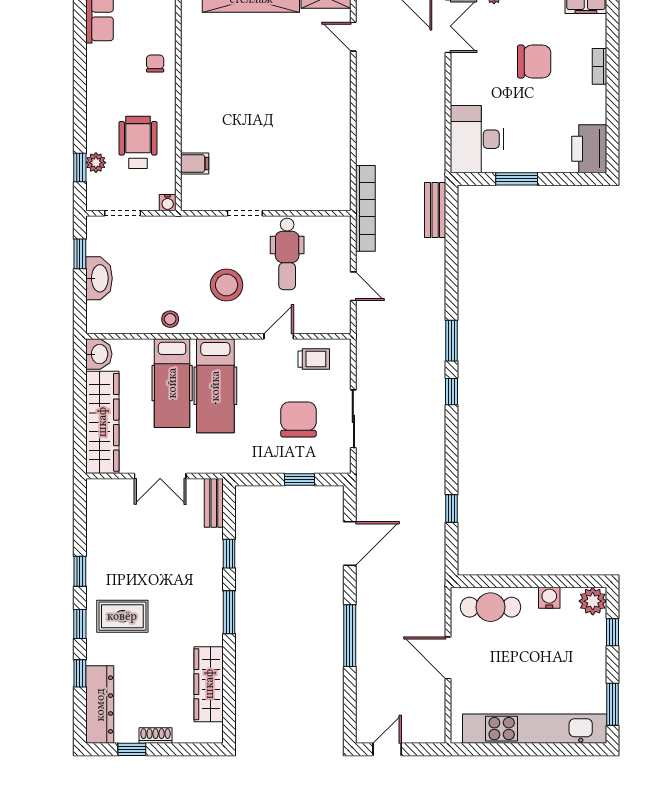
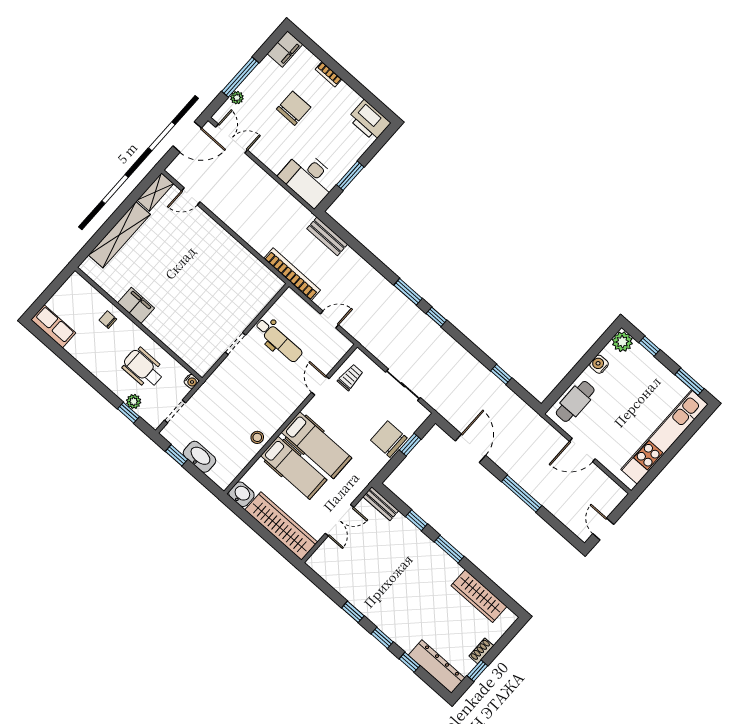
filing cabinet: (195, 163) -> (136, 305), moved, width x2.00
stool: (227, 285) -> (266, 389), removed
chair: (298, 419) -> (389, 439), moved
rug: (122, 616) -> (399, 610), removed

